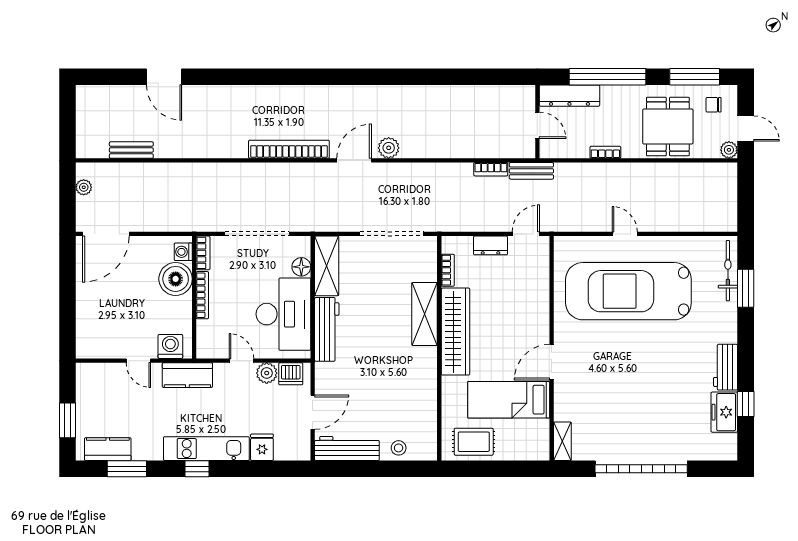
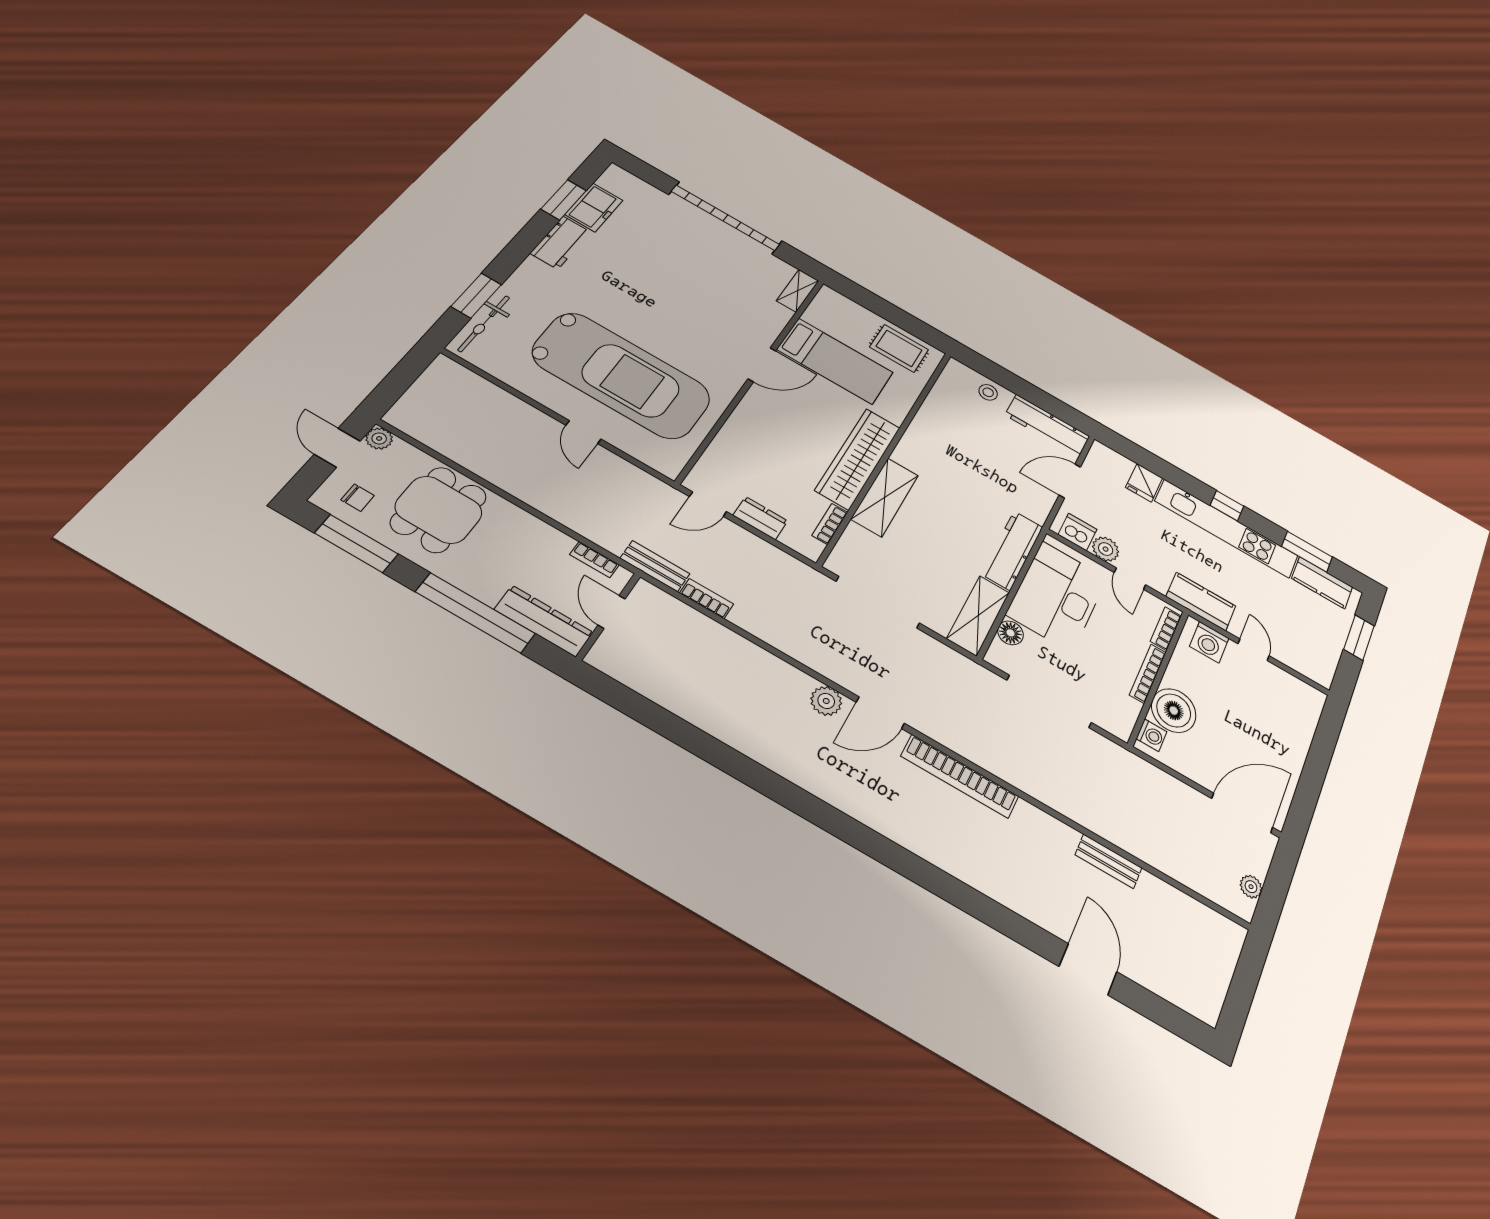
bench: (131, 150) -> (1108, 861), moved
bookcase: (605, 152) -> (594, 560), moved
bookcase: (203, 253) -> (1166, 629), moved
window: (746, 404) -> (564, 200), width x1.50
kitchen unit: (206, 449) -> (1226, 528), width x1.36

